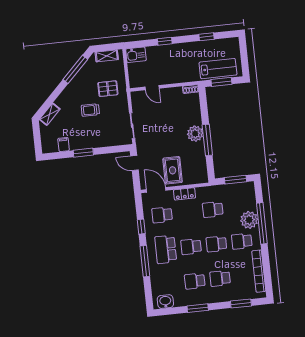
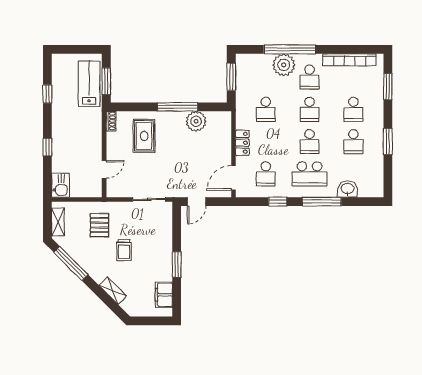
shelving: (50, 114) -> (113, 291), moved
plant: (195, 134) -> (196, 121), moved
filing cabinet: (64, 145) -> (164, 295), width x2.00
rug: (173, 170) -> (144, 136), moved, turned 90
washbasin: (165, 302) -> (348, 189), moved, turned 90

